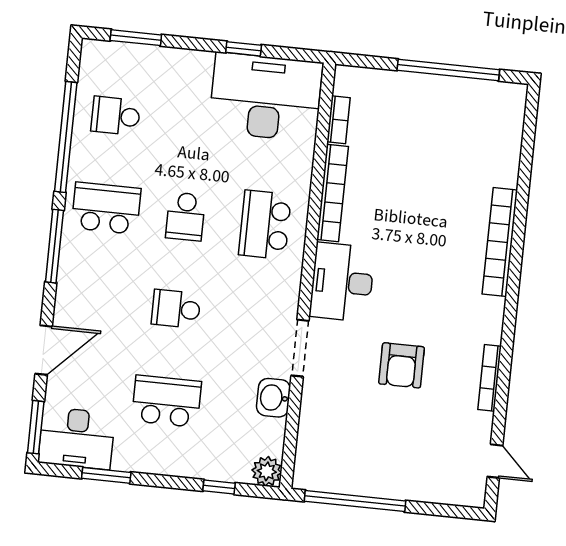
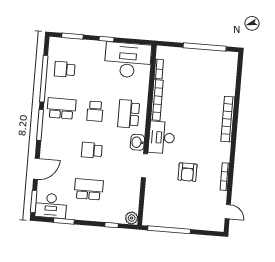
window: (244, 49) -> (106, 39), moved
washbasin: (273, 398) -> (137, 142), moved

